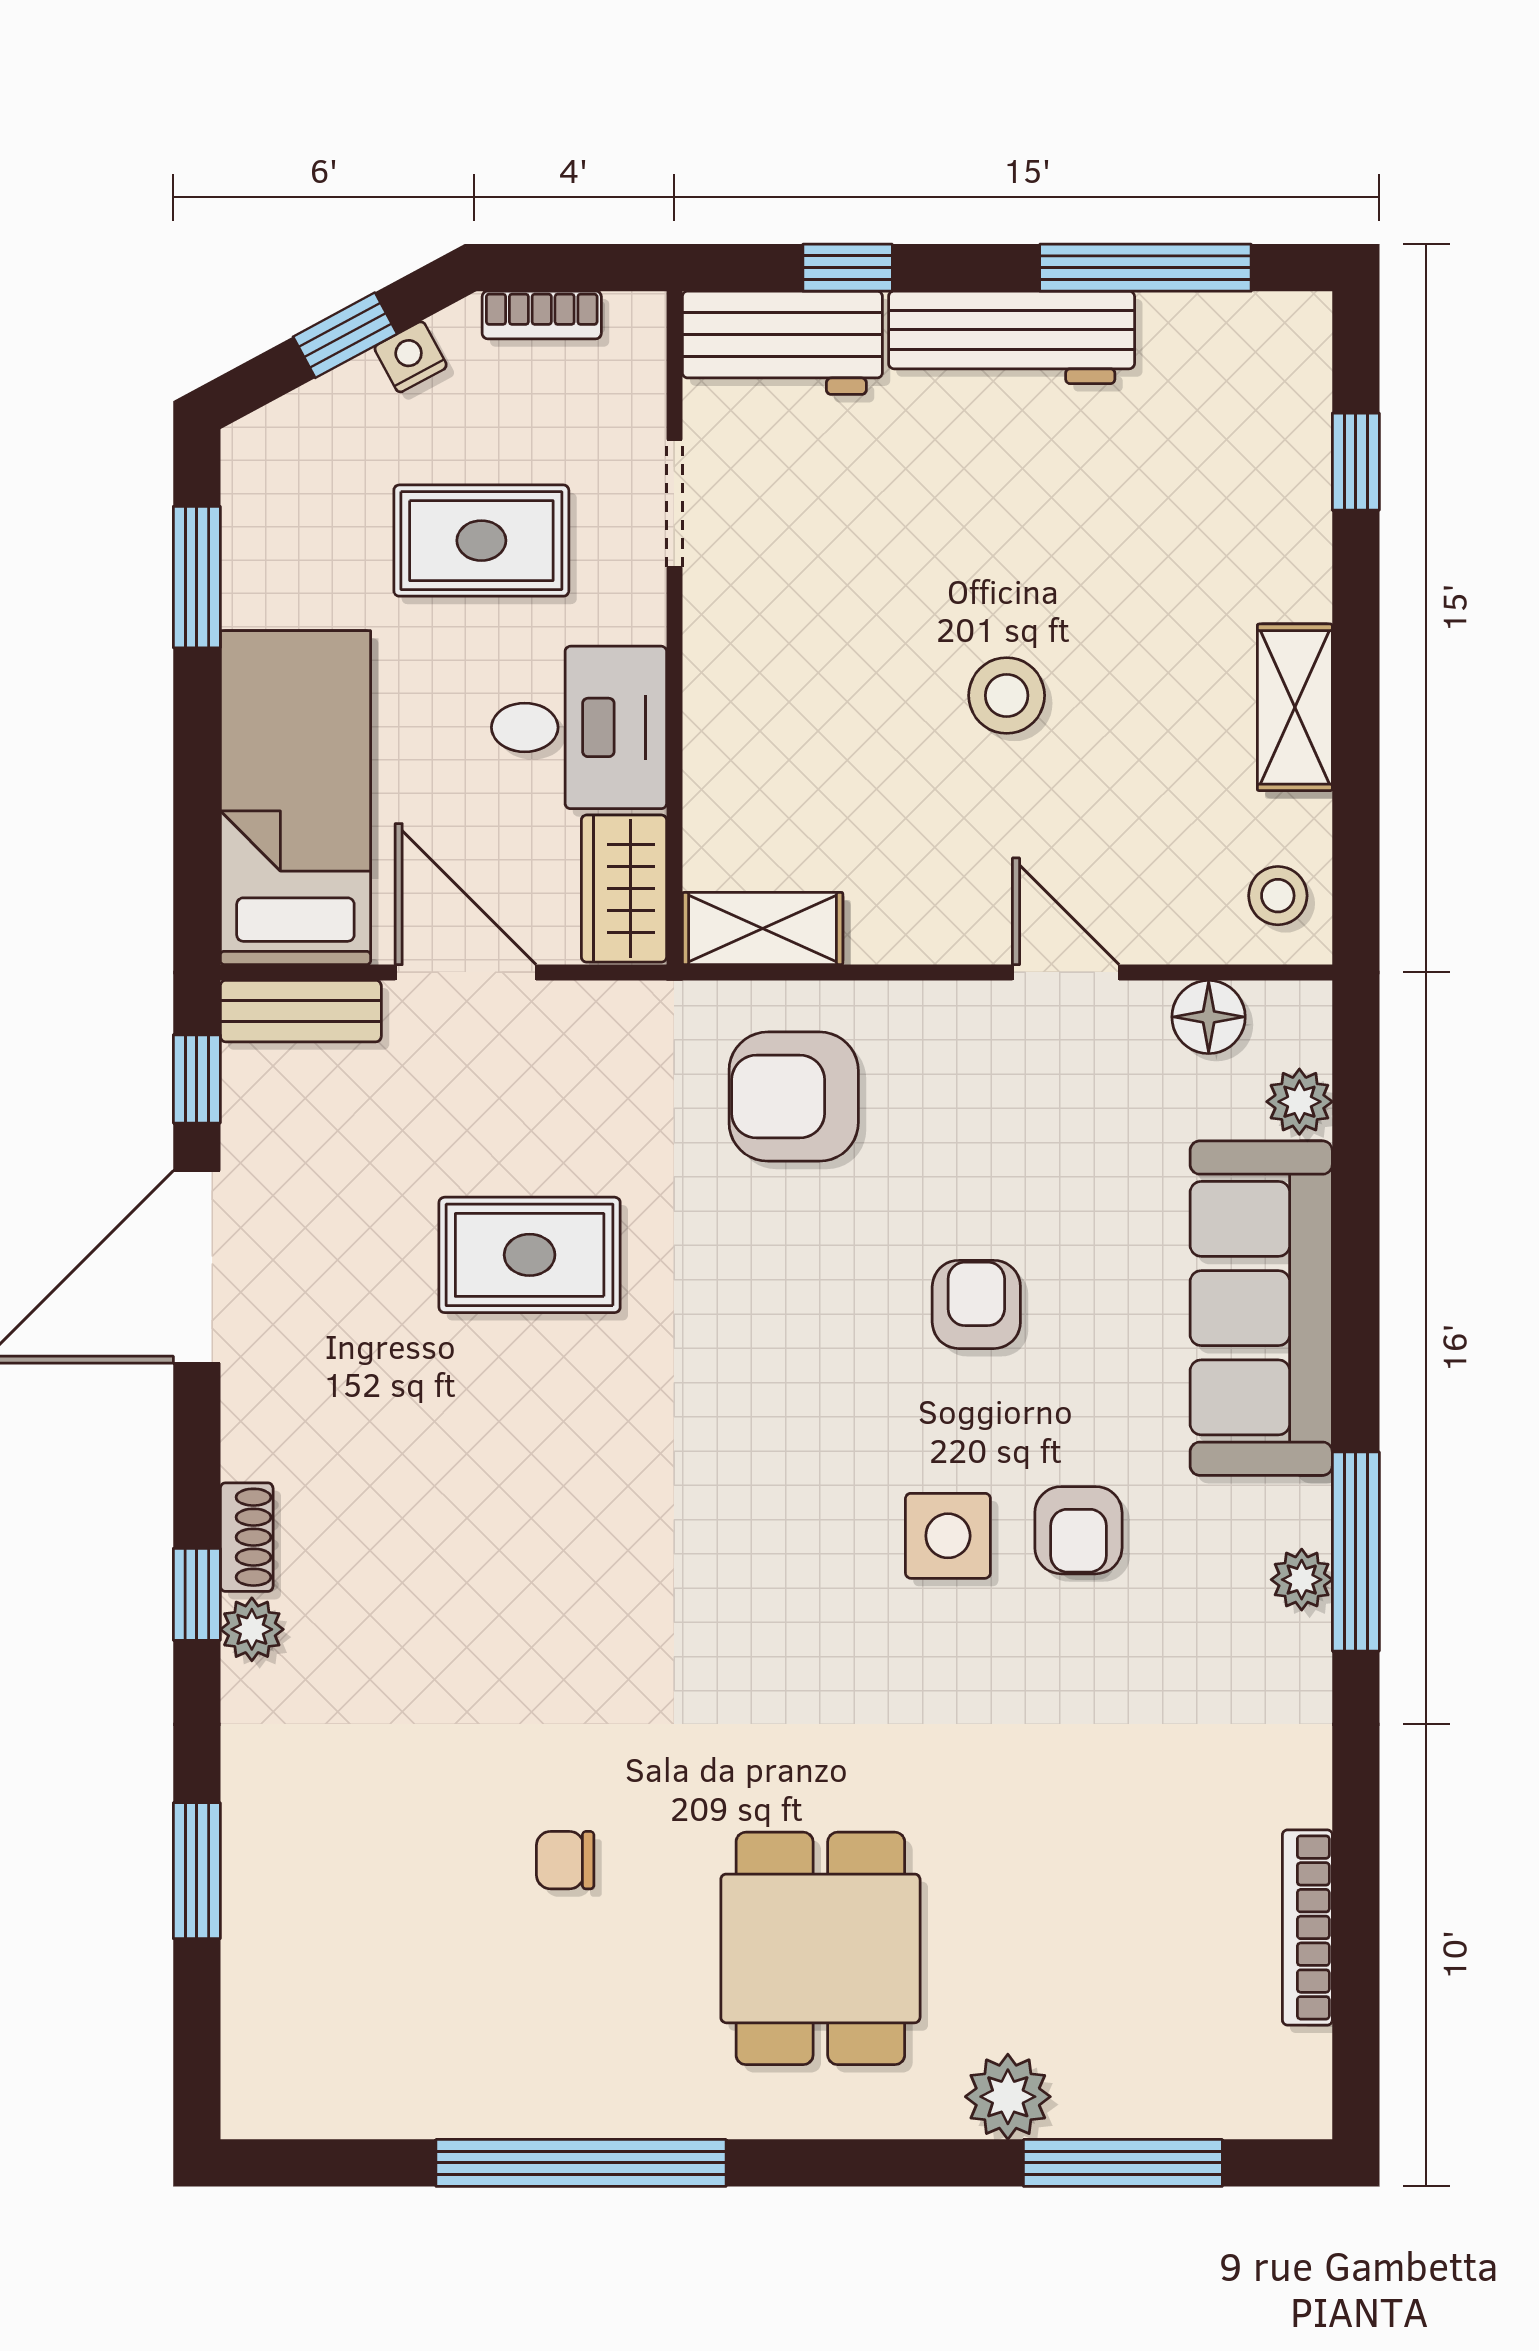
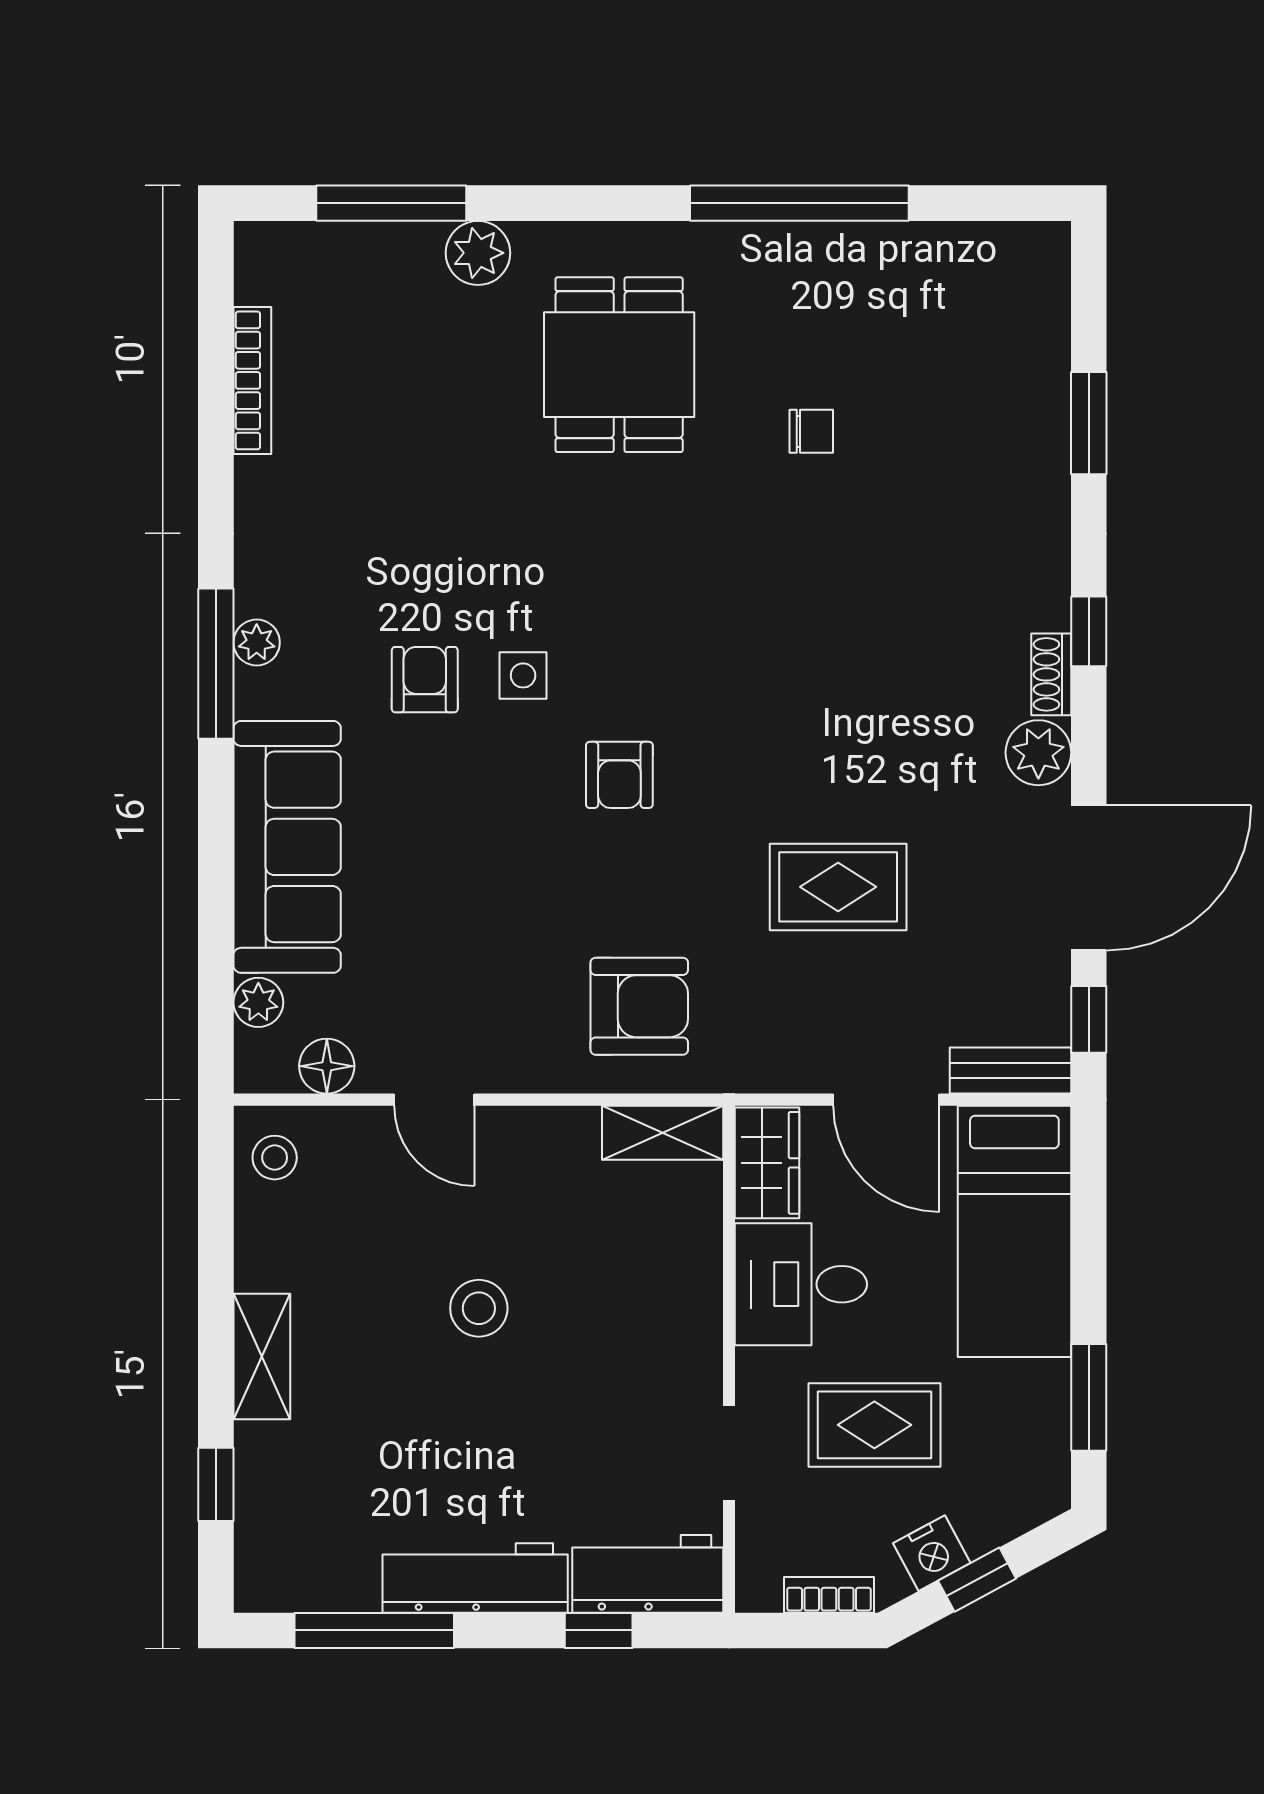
nightstand: (411, 357) -> (932, 1553), width x1.39, depth x1.35
shelving: (1295, 707) -> (262, 1356), moved
armchair: (976, 1304) -> (619, 775), moved
side table: (948, 1536) -> (523, 675), width x0.73, depth x0.73
plant: (252, 1629) -> (1038, 753), moved, width x1.38, depth x1.38

